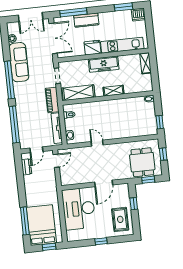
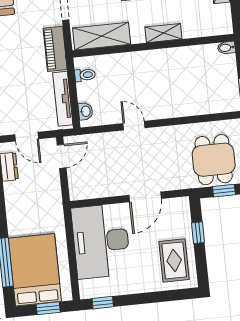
door: (36, 150) -> (27, 137), hinge flipped
window: (101, 241) -> (103, 303), moved

